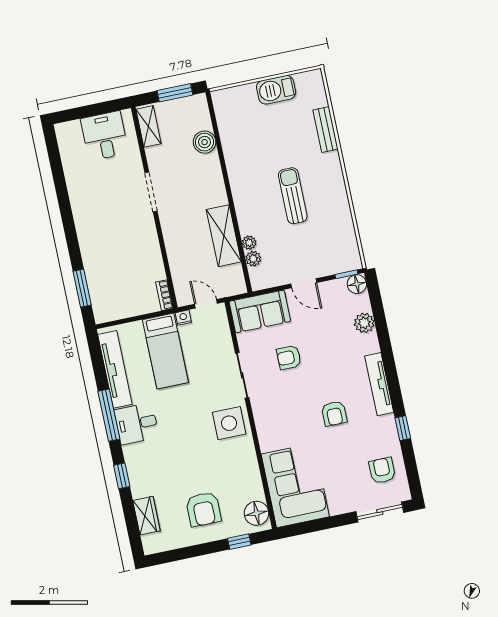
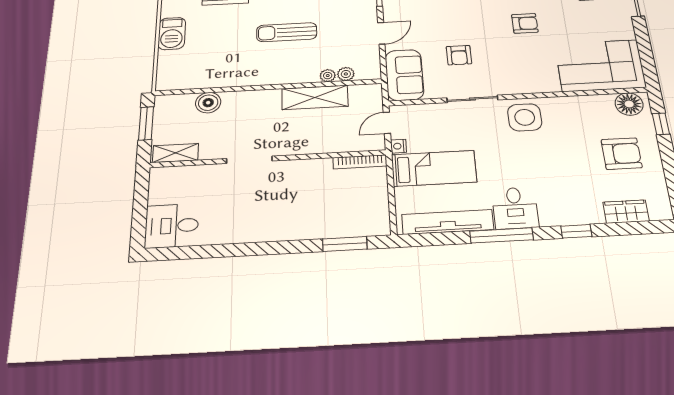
desk: (105, 136) -> (172, 226), moved
bookcase: (164, 295) -> (360, 162), width x1.56

